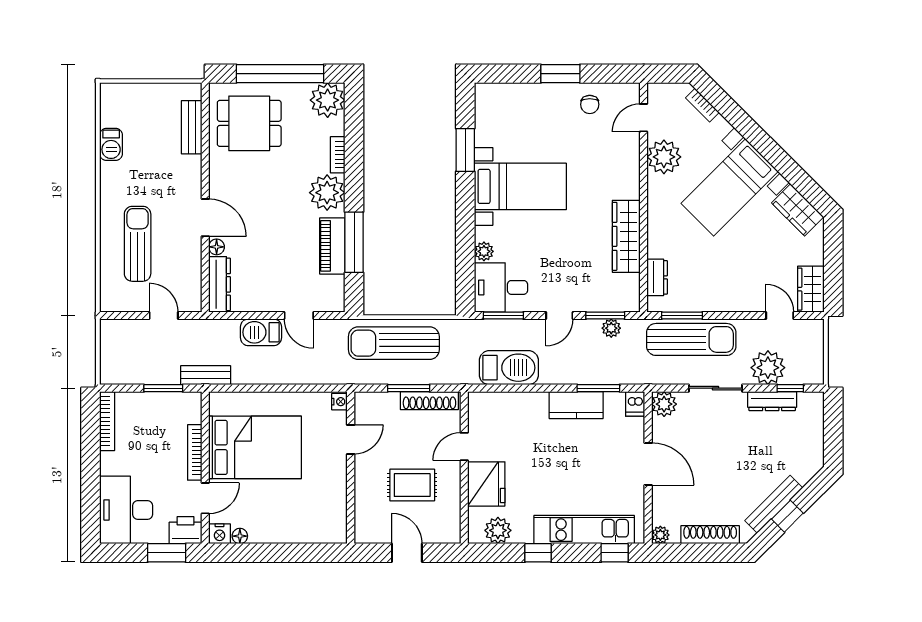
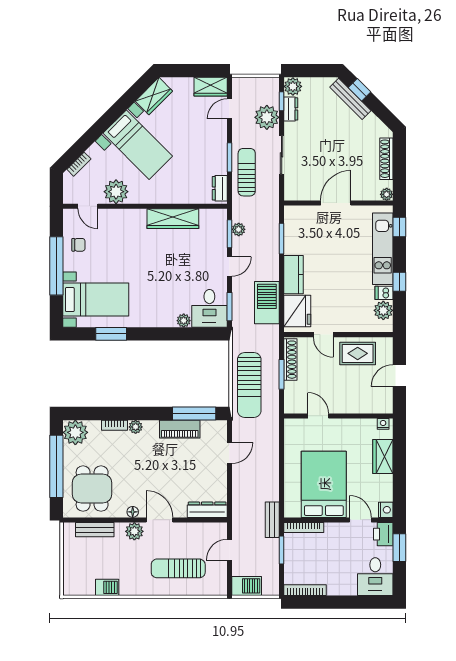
window: (560, 74) -> (56, 266), width x2.11
plant: (189, 183) -> (134, 531), added
bed with nightstands: (520, 186) -> (96, 300), moved, turned 90
plant: (327, 193) -> (136, 427), width x0.53, depth x0.53
door: (205, 218) -> (160, 520), hinge flipped
window: (354, 242) -> (194, 414), moved
floor lamp: (217, 247) -> (133, 512), moved
dresser: (657, 277) -> (220, 188), moved, turned -90
door: (559, 315) -> (229, 267), hinge flipped
window: (682, 315) -> (229, 157), moved
barbecue: (261, 332) -> (247, 586), moved, turned -90
sun lounger: (691, 339) -> (247, 172), width x0.73, depth x0.75
dresser: (772, 401) -> (291, 109), width x0.70
nightstand: (339, 402) -> (383, 424), moved
dishwasher: (635, 404) -> (384, 293), moved, turned 180
plant: (664, 404) -> (293, 86), moved
kitchen counter: (576, 405) -> (294, 275), moved
bookcase: (195, 452) -> (304, 527), moved
fridge: (486, 484) -> (297, 311), moved, turned 90
rug: (412, 485) -> (358, 353), moved, turned 90
bench: (774, 504) -> (350, 99), moved
desk: (126, 510) -> (375, 577), width x0.73
window: (787, 516) -> (360, 90), moved
wardrobe: (294, 530) -> (383, 457), added
floor lamp: (240, 536) -> (387, 495), removed

